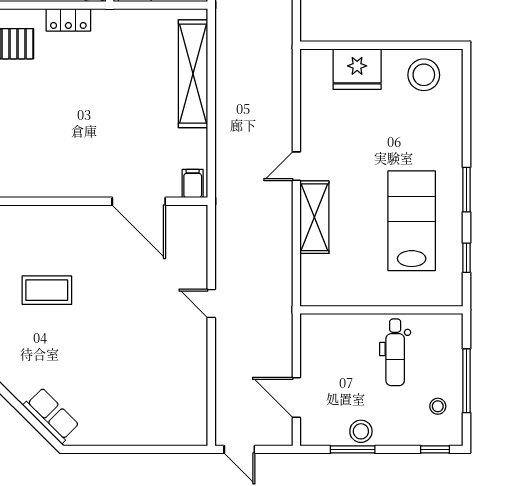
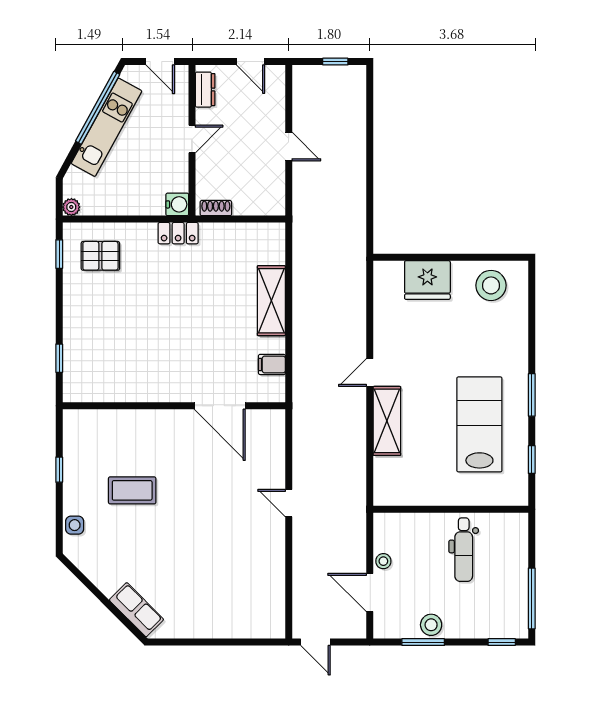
locker: (68, 20) -> (178, 233), moved
shelving: (193, 74) -> (271, 301), width x0.68
filing cabinet: (193, 184) -> (272, 364), moved, turned -90
window: (467, 381) -> (532, 598), moved
stool: (438, 406) -> (383, 561), moved

